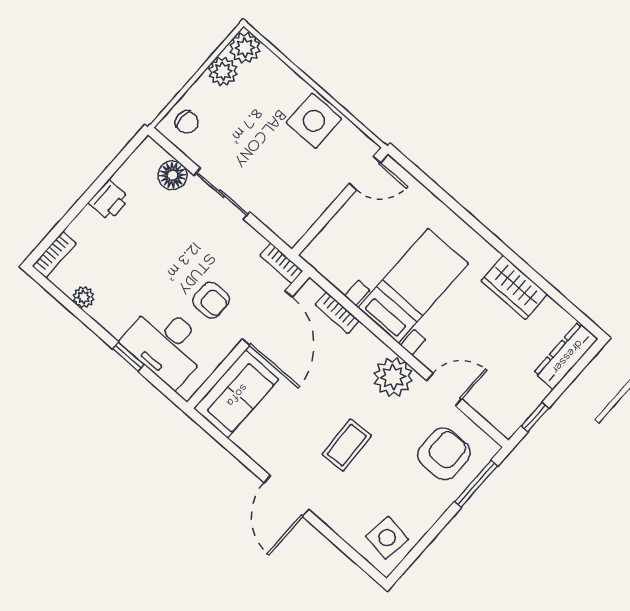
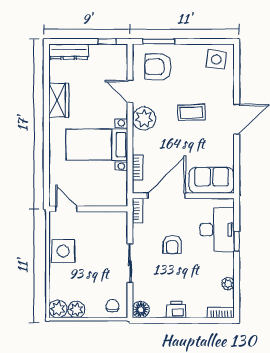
floor lamp: (173, 175) -> (141, 310), moved
armchair: (211, 300) -> (172, 245), moved, turned 180

